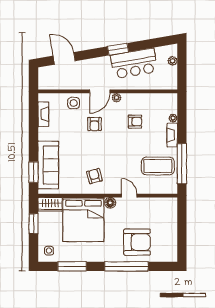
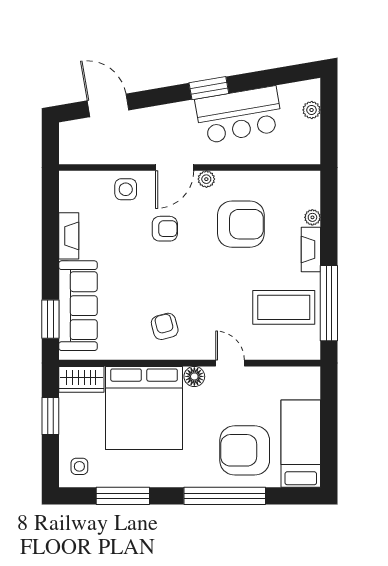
fireplace: (43, 114) -> (69, 236), moved
armchair: (135, 122) -> (241, 224), width x1.88, depth x1.88
armchair: (94, 124) -> (165, 229), turned -90
bed: (167, 239) -> (301, 444), added
armchair: (137, 242) -> (245, 450), turned 180

